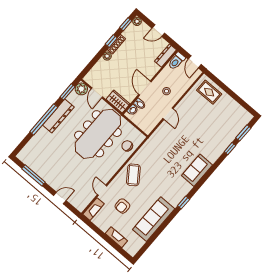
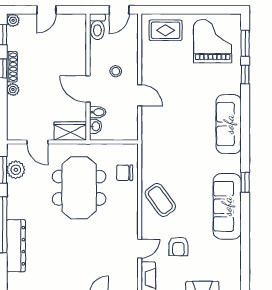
dresser: (166, 56) -> (80, 31), removed
door: (195, 62) -> (119, 10), hinge flipped
plant: (81, 89) -> (16, 170), moved
dresser: (58, 116) -> (16, 246), moved
grand piano: (228, 118) -> (213, 41), added
meeting table: (98, 134) -> (79, 188), width x0.73
sofa: (197, 170) -> (229, 124), width x1.36
door: (102, 190) -> (140, 249), swing flipped
sofa: (154, 219) -> (227, 206), moved

